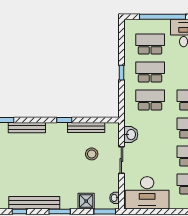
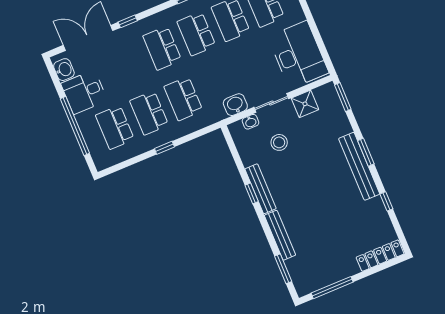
bench: (86, 128) -> (261, 189), moved
washbasin: (114, 198) -> (250, 122), moved
shower: (86, 201) -> (305, 104), moved
bench: (34, 203) -> (359, 166), moved

